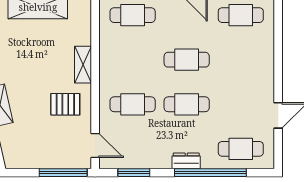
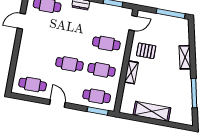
cafe table: (187, 104) -> (101, 70), moved
door: (95, 145) -> (133, 23), swing flipped
window: (63, 173) -> (171, 13), moved

